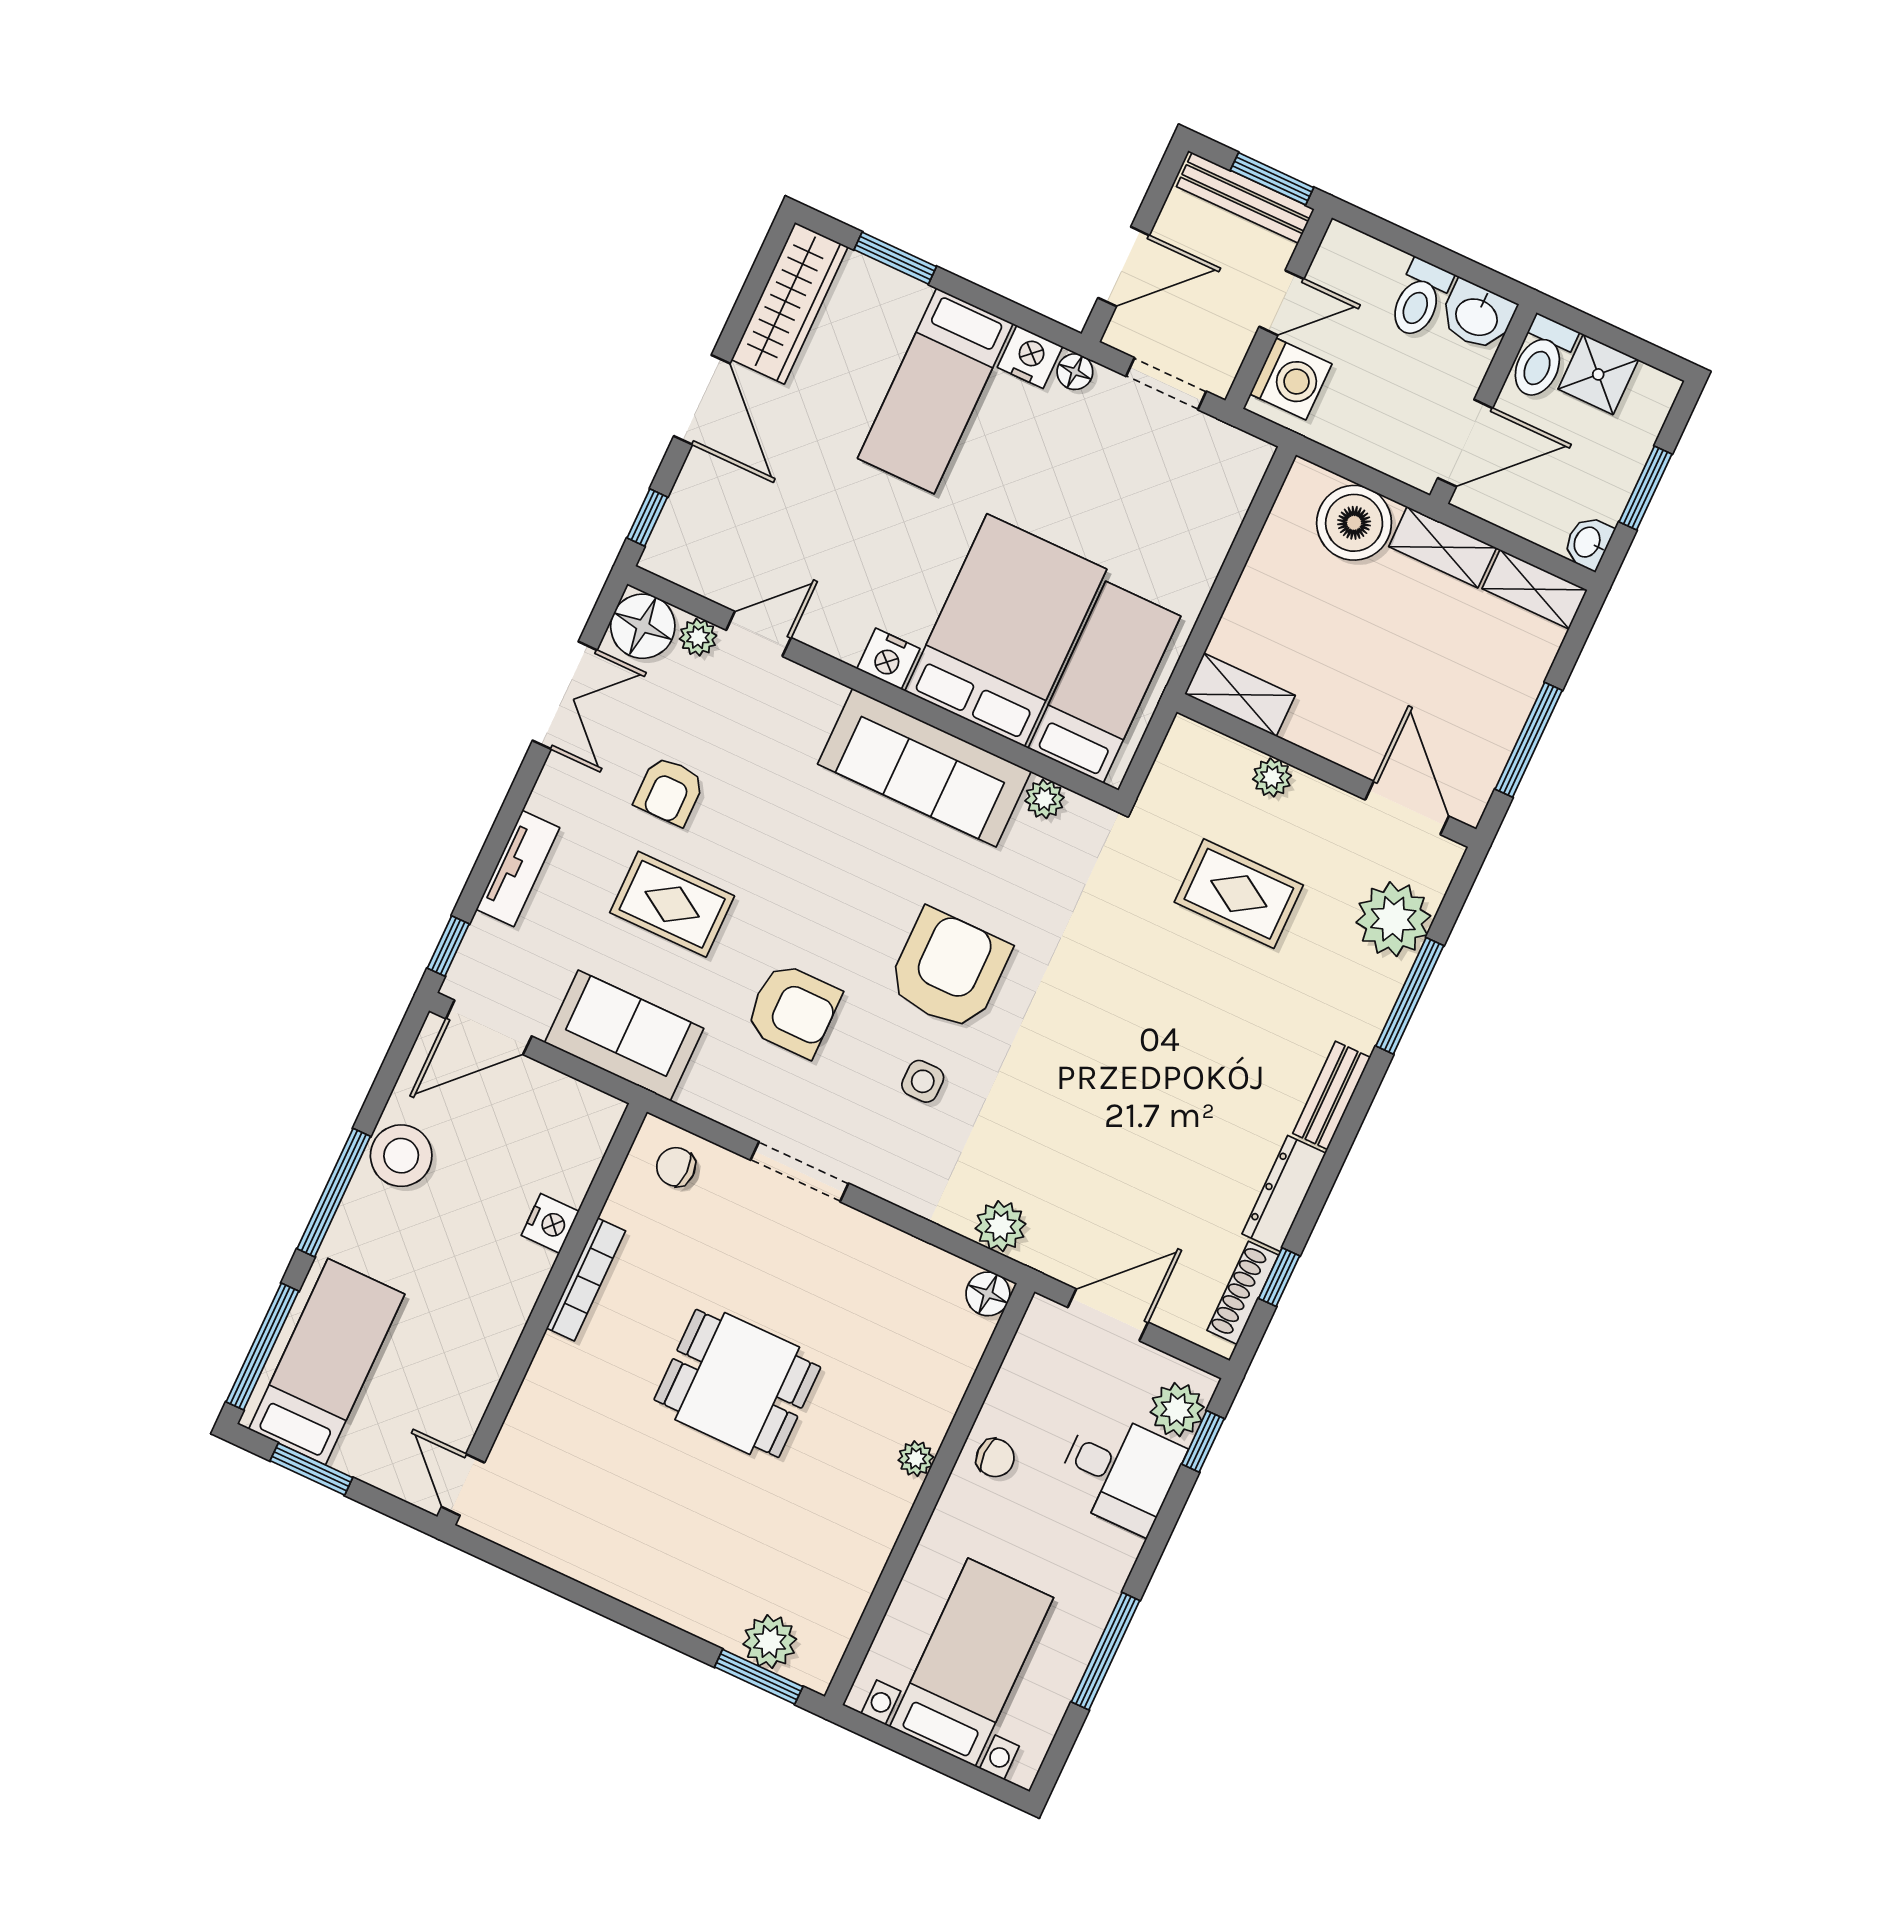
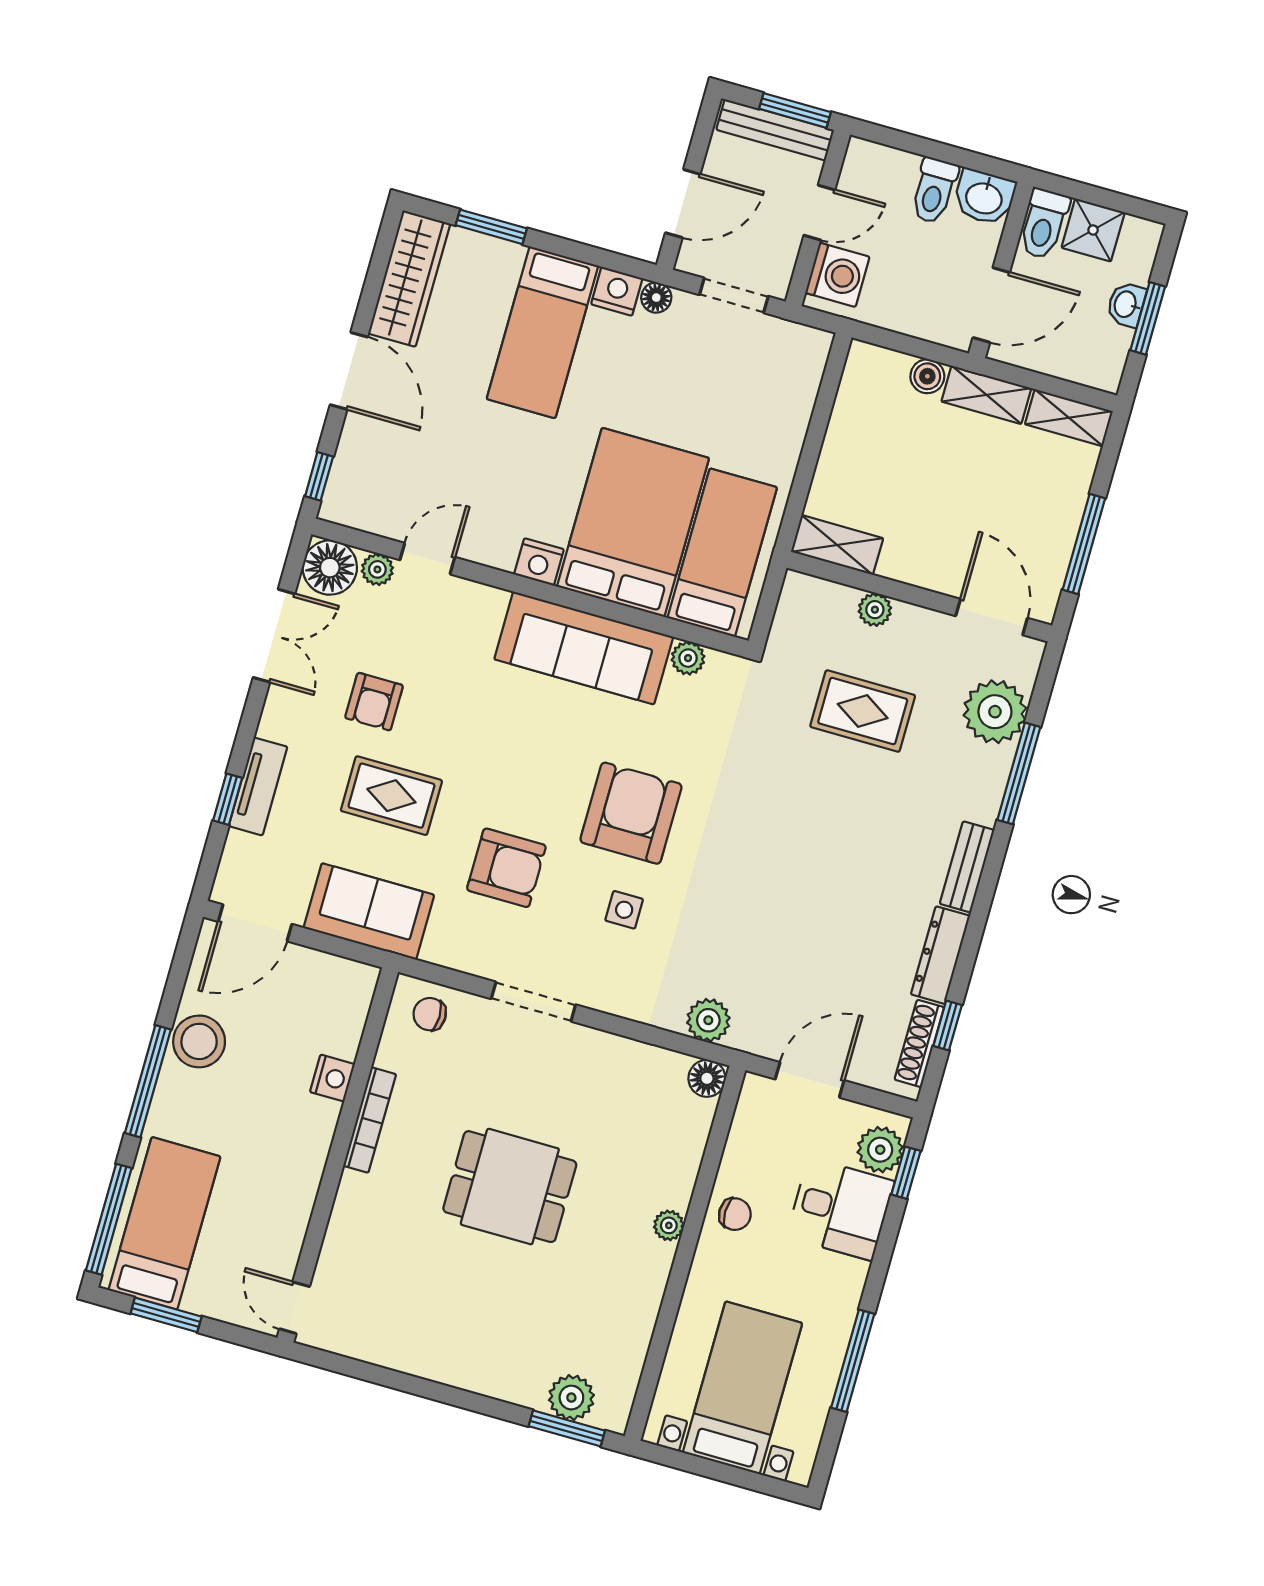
boiler: (1354, 523) -> (927, 376), width x0.54, depth x0.54
washbasin: (1588, 543) -> (1126, 304), moved
window: (448, 946) -> (228, 799), moved

